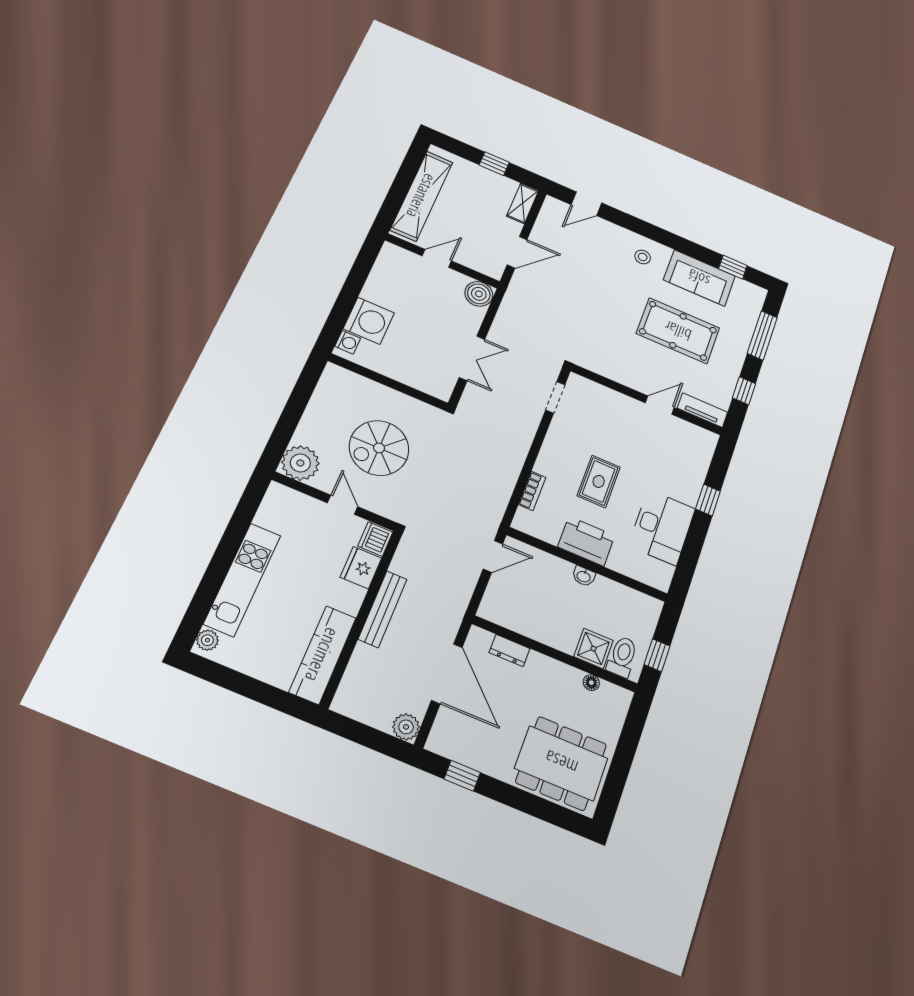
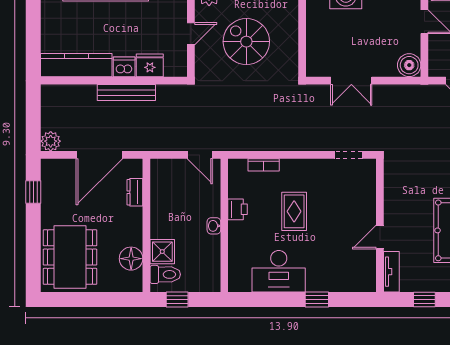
door: (660, 405) -> (380, 237), swing flipped
rug: (599, 481) -> (294, 211), turned 90
dishwasher: (375, 539) -> (124, 67), moved
printer: (586, 541) -> (237, 209), width x0.53, depth x0.68
floor lamp: (591, 683) -> (131, 259), width x1.89, depth x1.89

